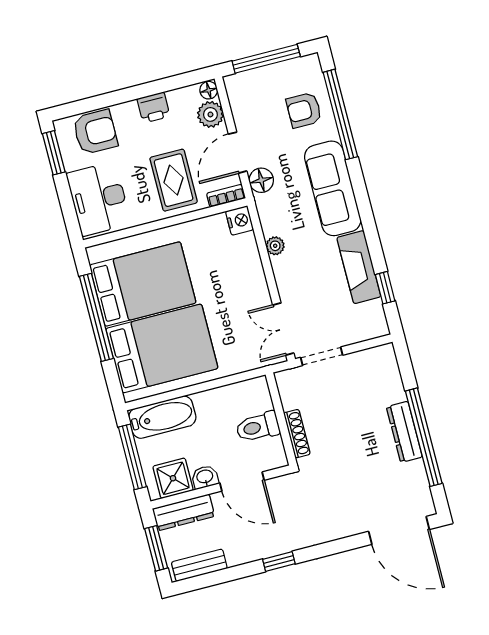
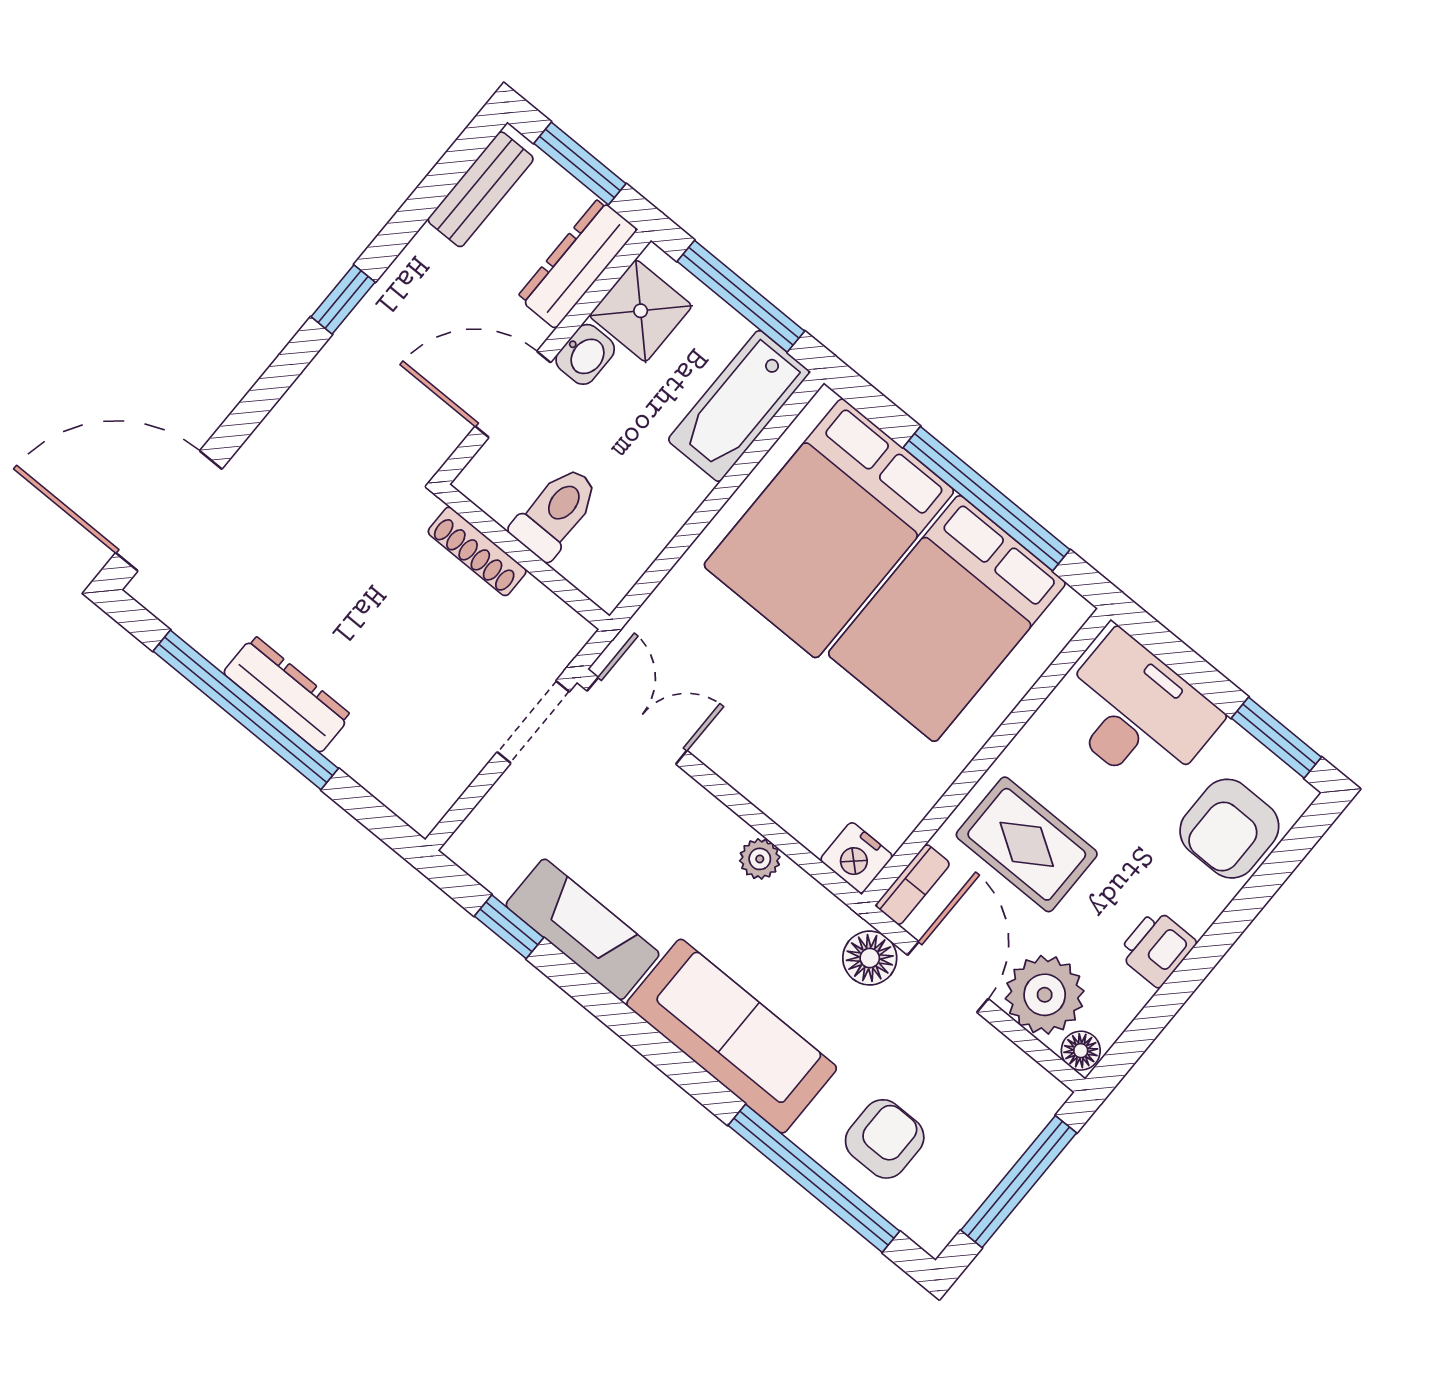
plant: (210, 114) -> (1045, 995), width x1.36, depth x1.36

